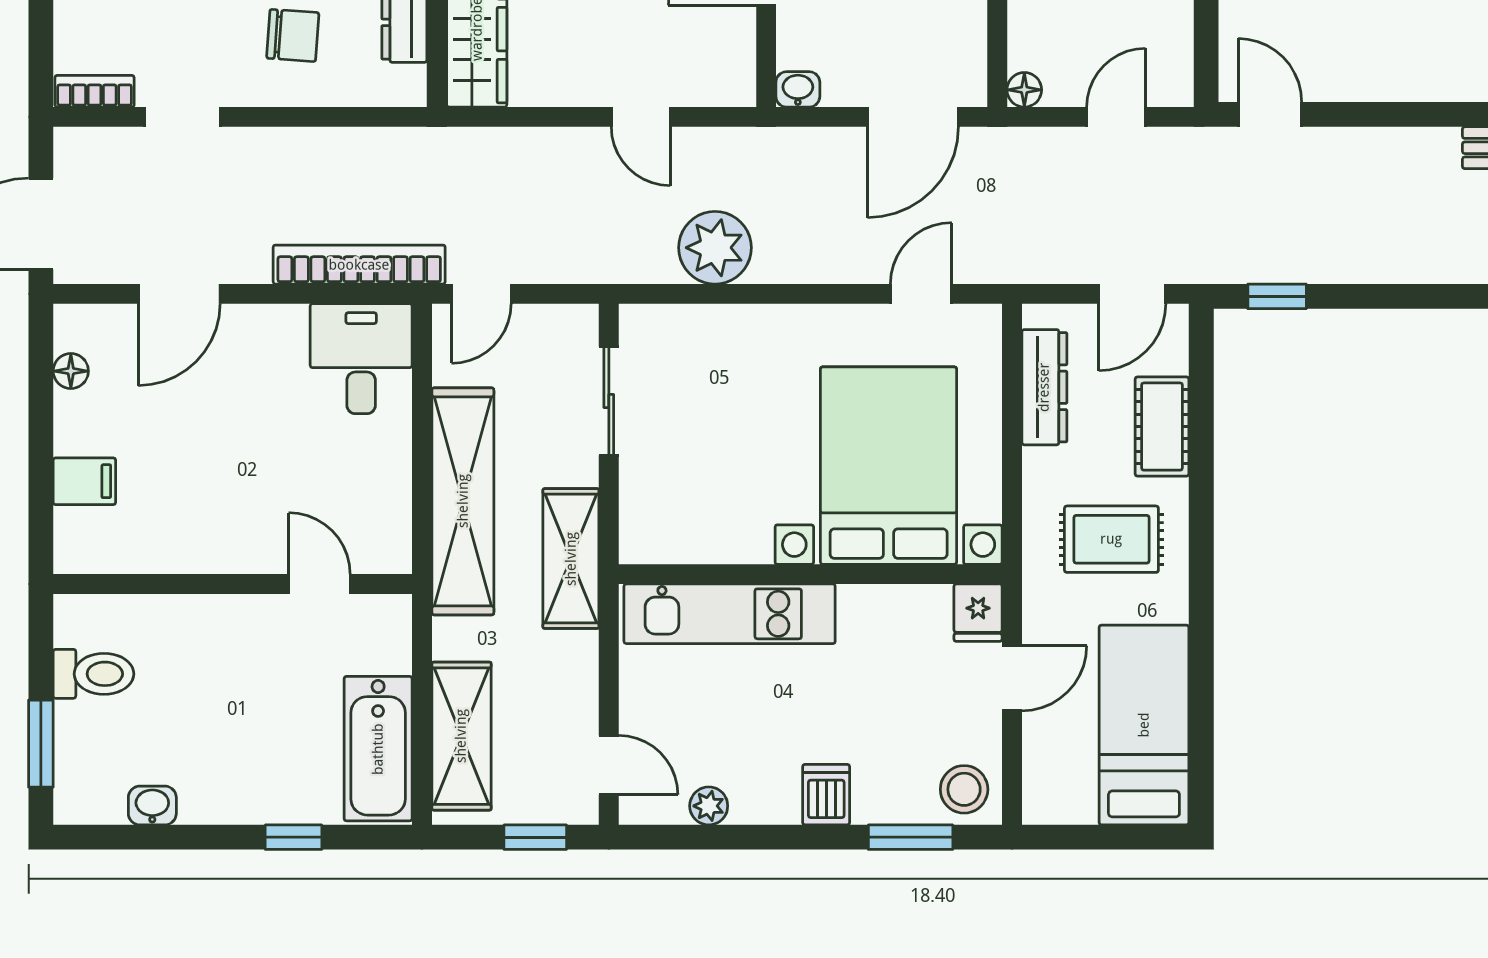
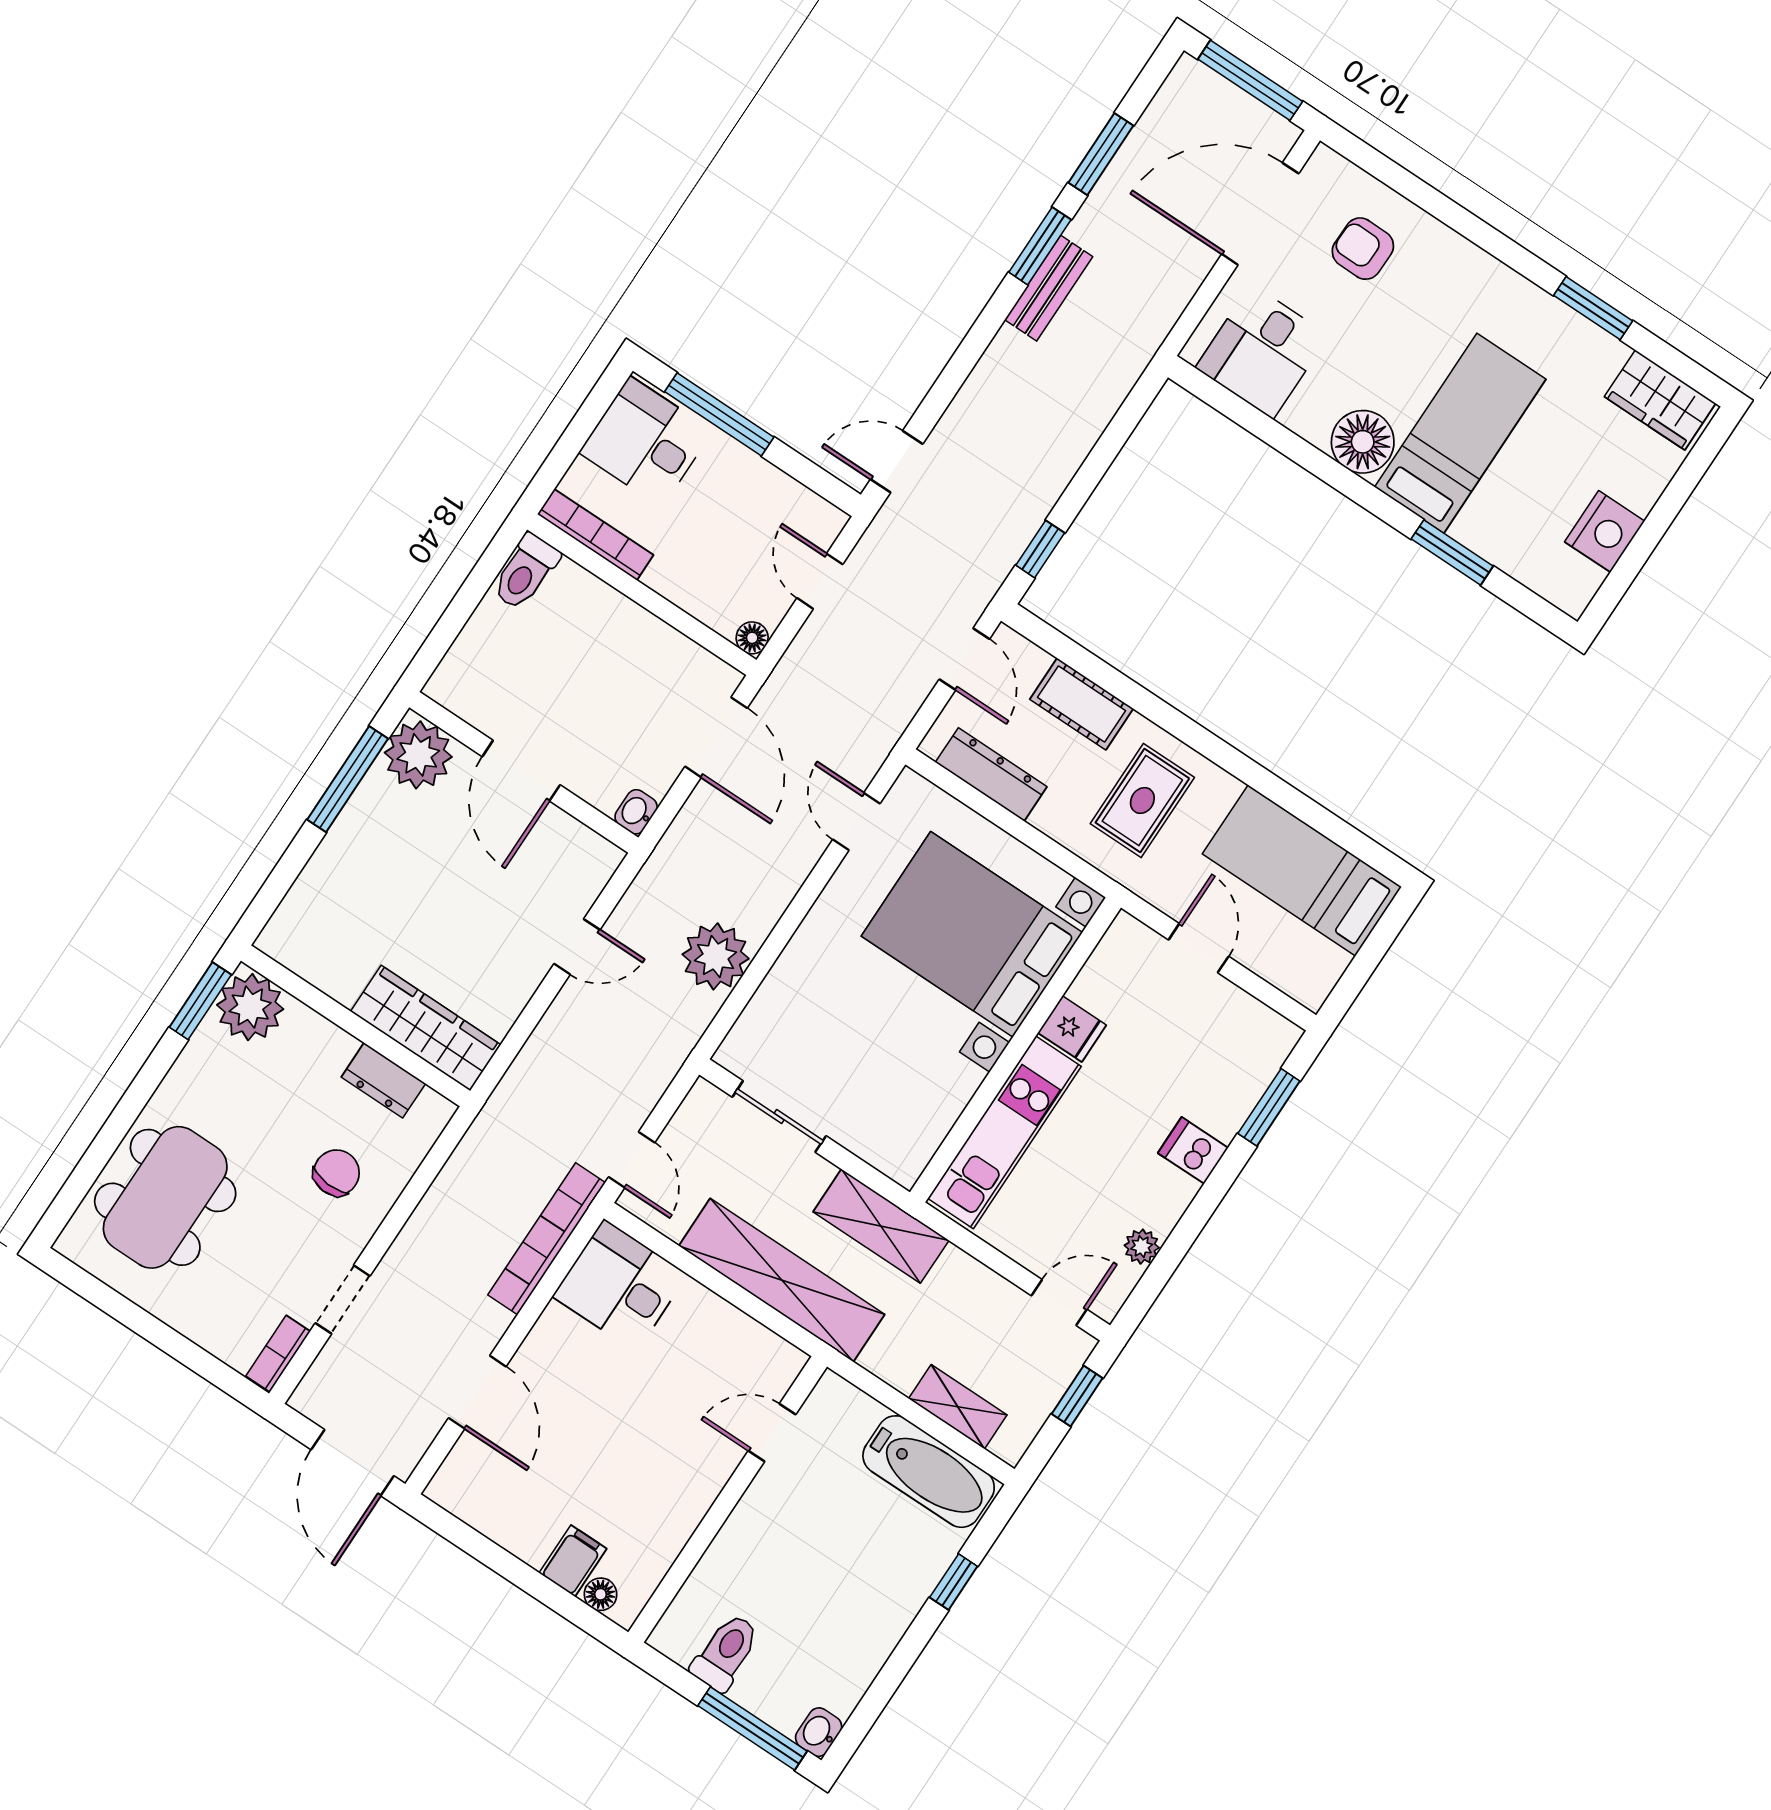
floor lamp: (71, 371) -> (601, 1594), moved
fridge: (978, 613) -> (1072, 1029), moved
shelving: (461, 736) -> (958, 1407), width x0.67, depth x0.75
window: (41, 744) -> (753, 1728), width x1.44
stool: (964, 789) -> (1259, 1042), removed
washbasin: (152, 806) -> (819, 1732), moved

